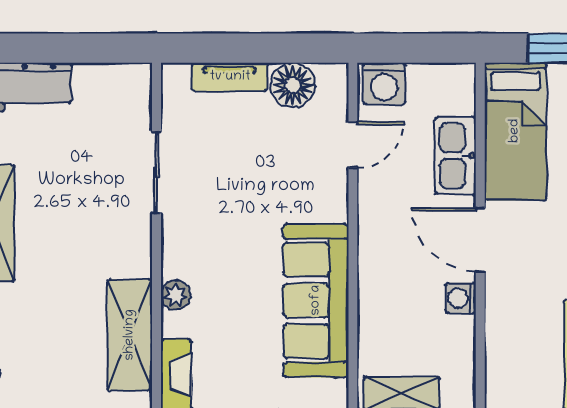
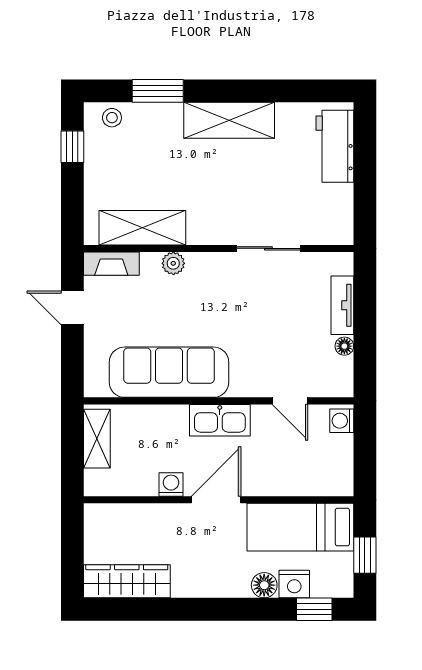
washing machine: (384, 84) -> (342, 421), width x0.73, depth x0.73
floor lamp: (293, 85) -> (344, 346), width x0.53, depth x0.53
kitchen sink: (455, 156) -> (220, 420), moved, turned 180

